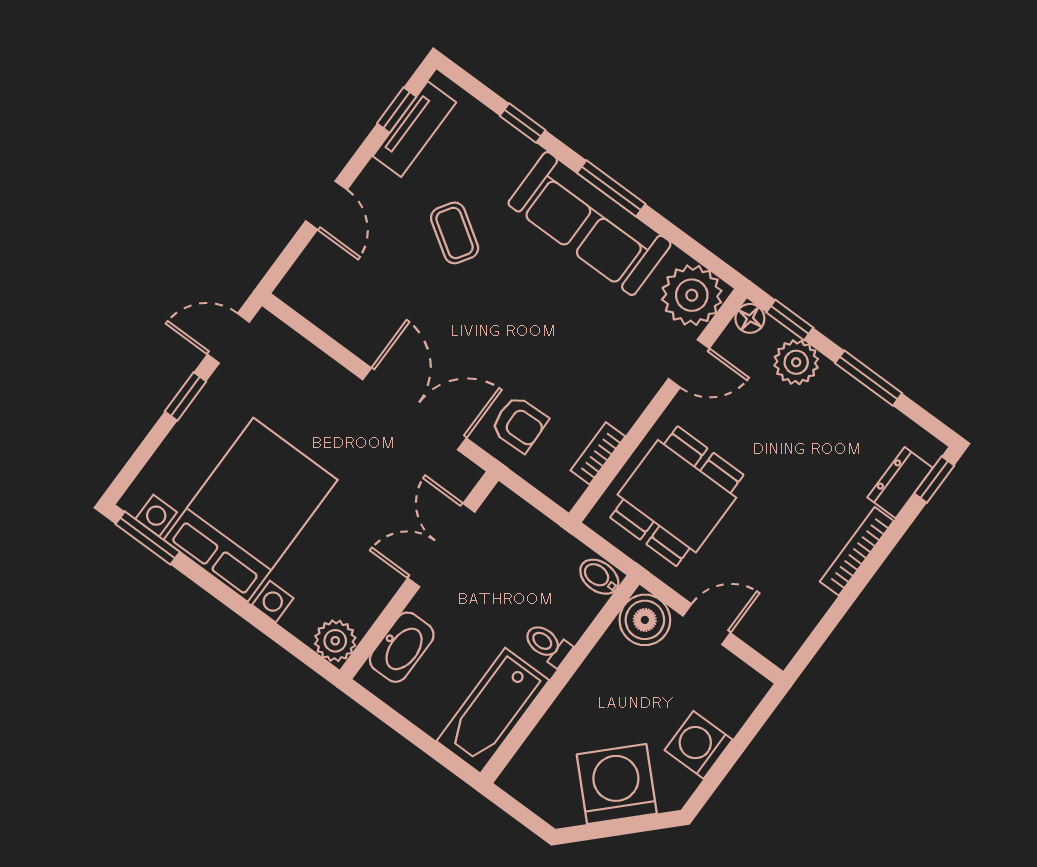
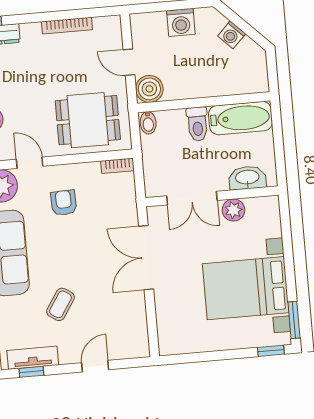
door: (228, 338) -> (184, 358), removed
window: (185, 396) -> (271, 351), moved
armchair: (519, 424) -> (64, 203), moved
bookcase: (598, 453) -> (117, 166), moved
bookcase: (857, 551) -> (67, 26), moved
plant: (335, 641) -> (233, 210), moved
toilet: (547, 645) -> (197, 124), width x1.37, depth x1.39
washing machine: (617, 784) -> (232, 35), width x0.53, depth x0.53

